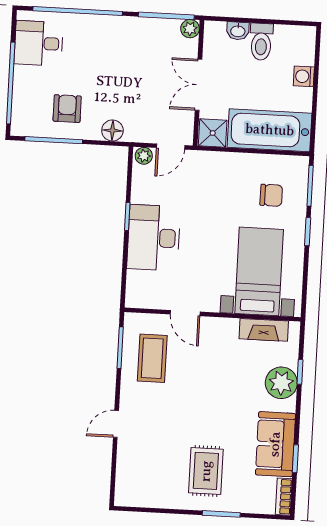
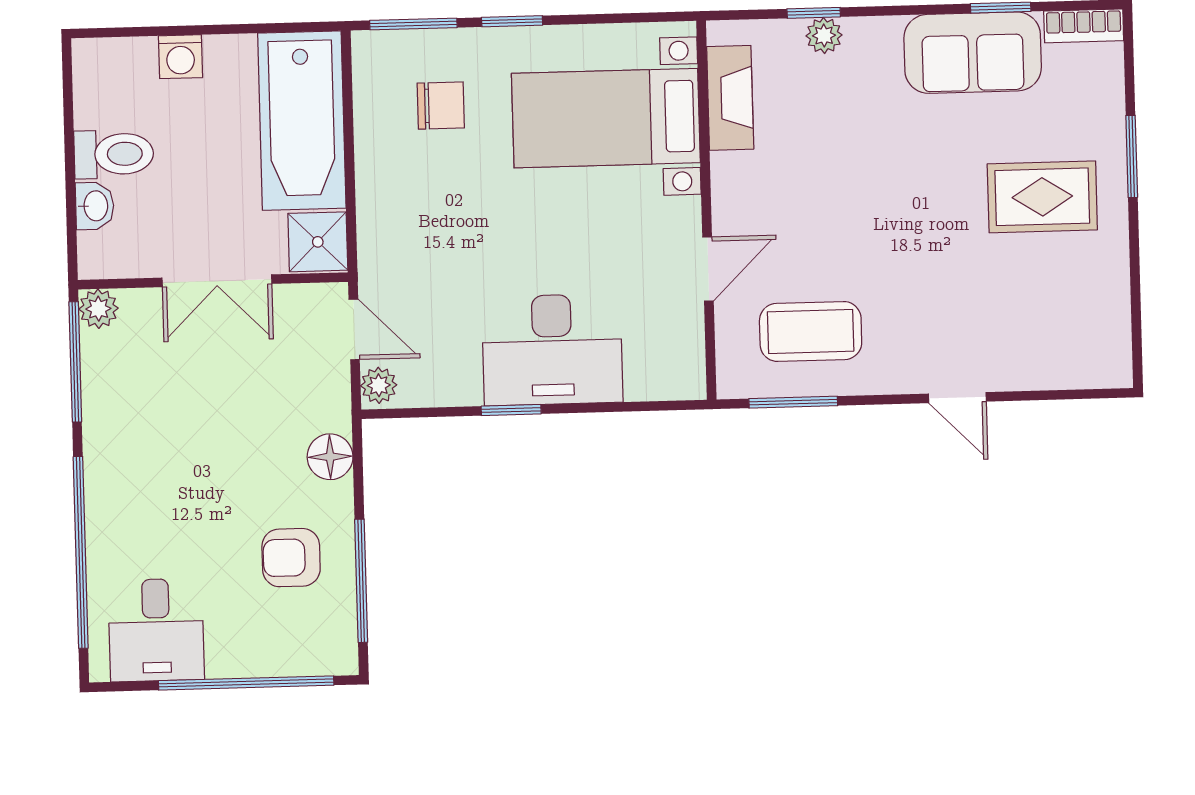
chair: (271, 195) -> (441, 106), turned 90
plant: (281, 383) -> (824, 35), width x0.53, depth x0.53

